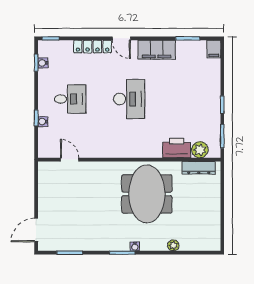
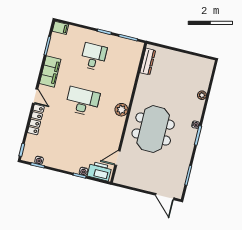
door: (121, 38) -> (35, 96), hinge flipped
desk: (70, 99) -> (94, 57), moved
printer: (177, 148) -> (100, 171), moved, turned 90
plant: (200, 150) -> (121, 110), moved
meeting table: (147, 194) -> (153, 129), moved, turned 90

